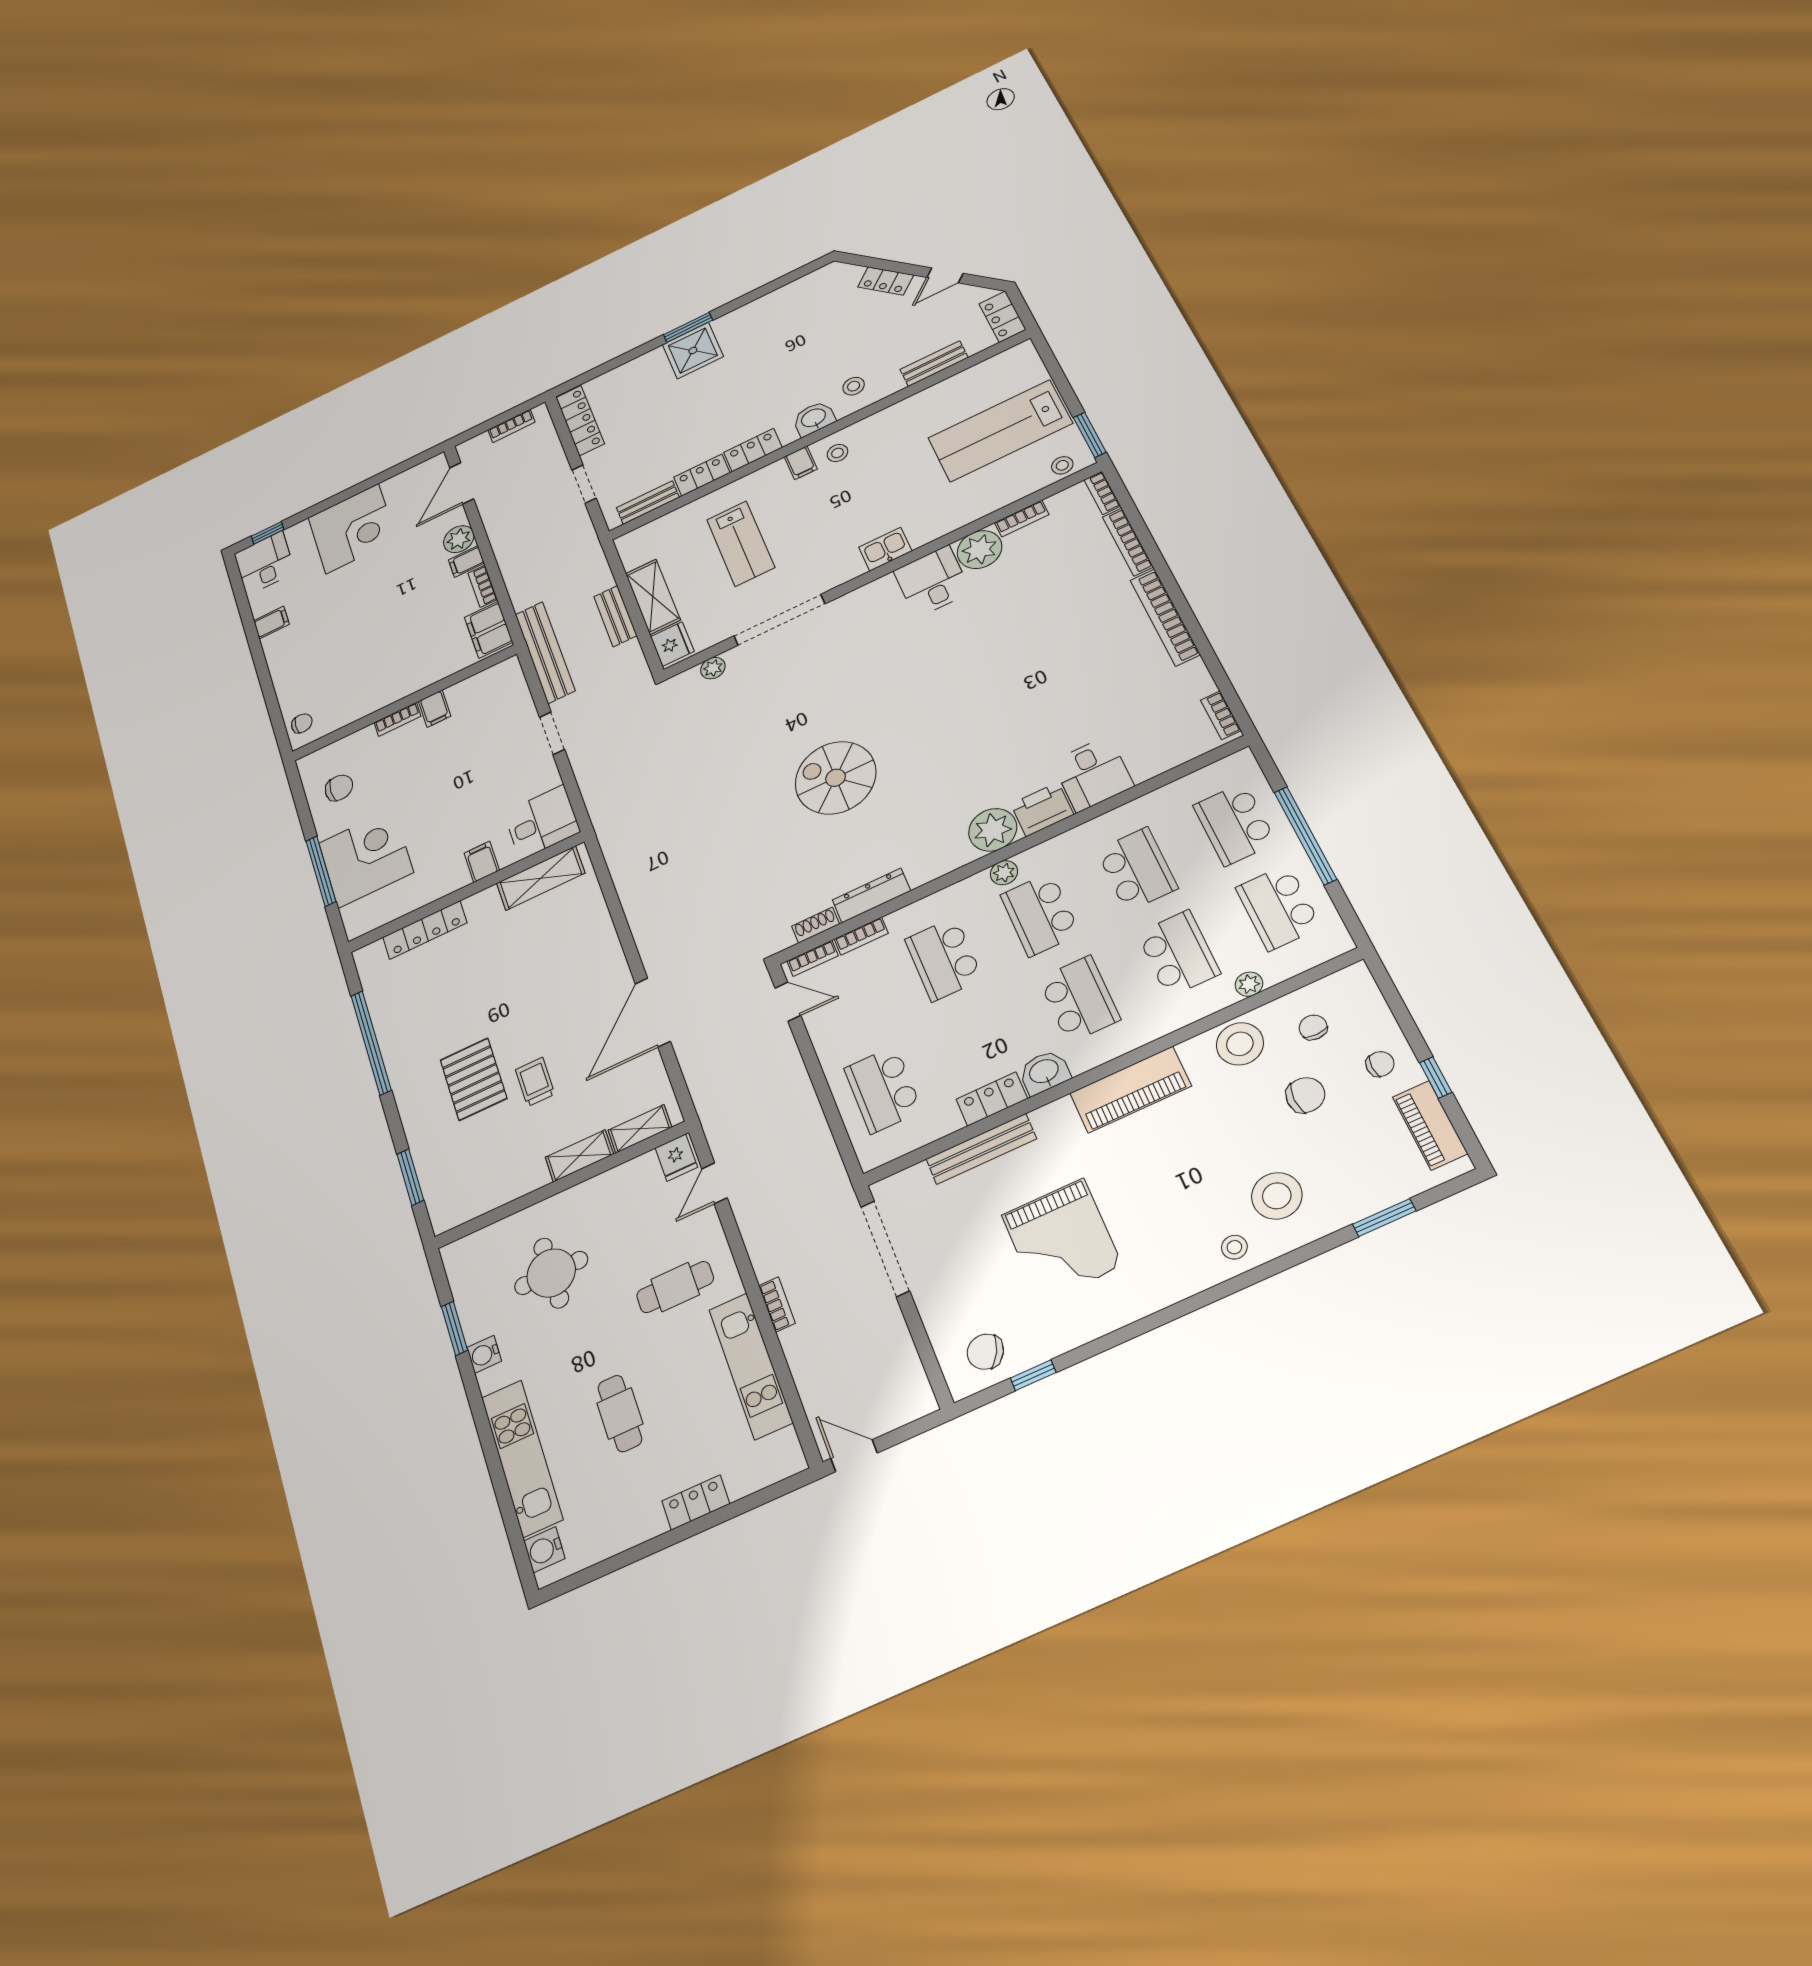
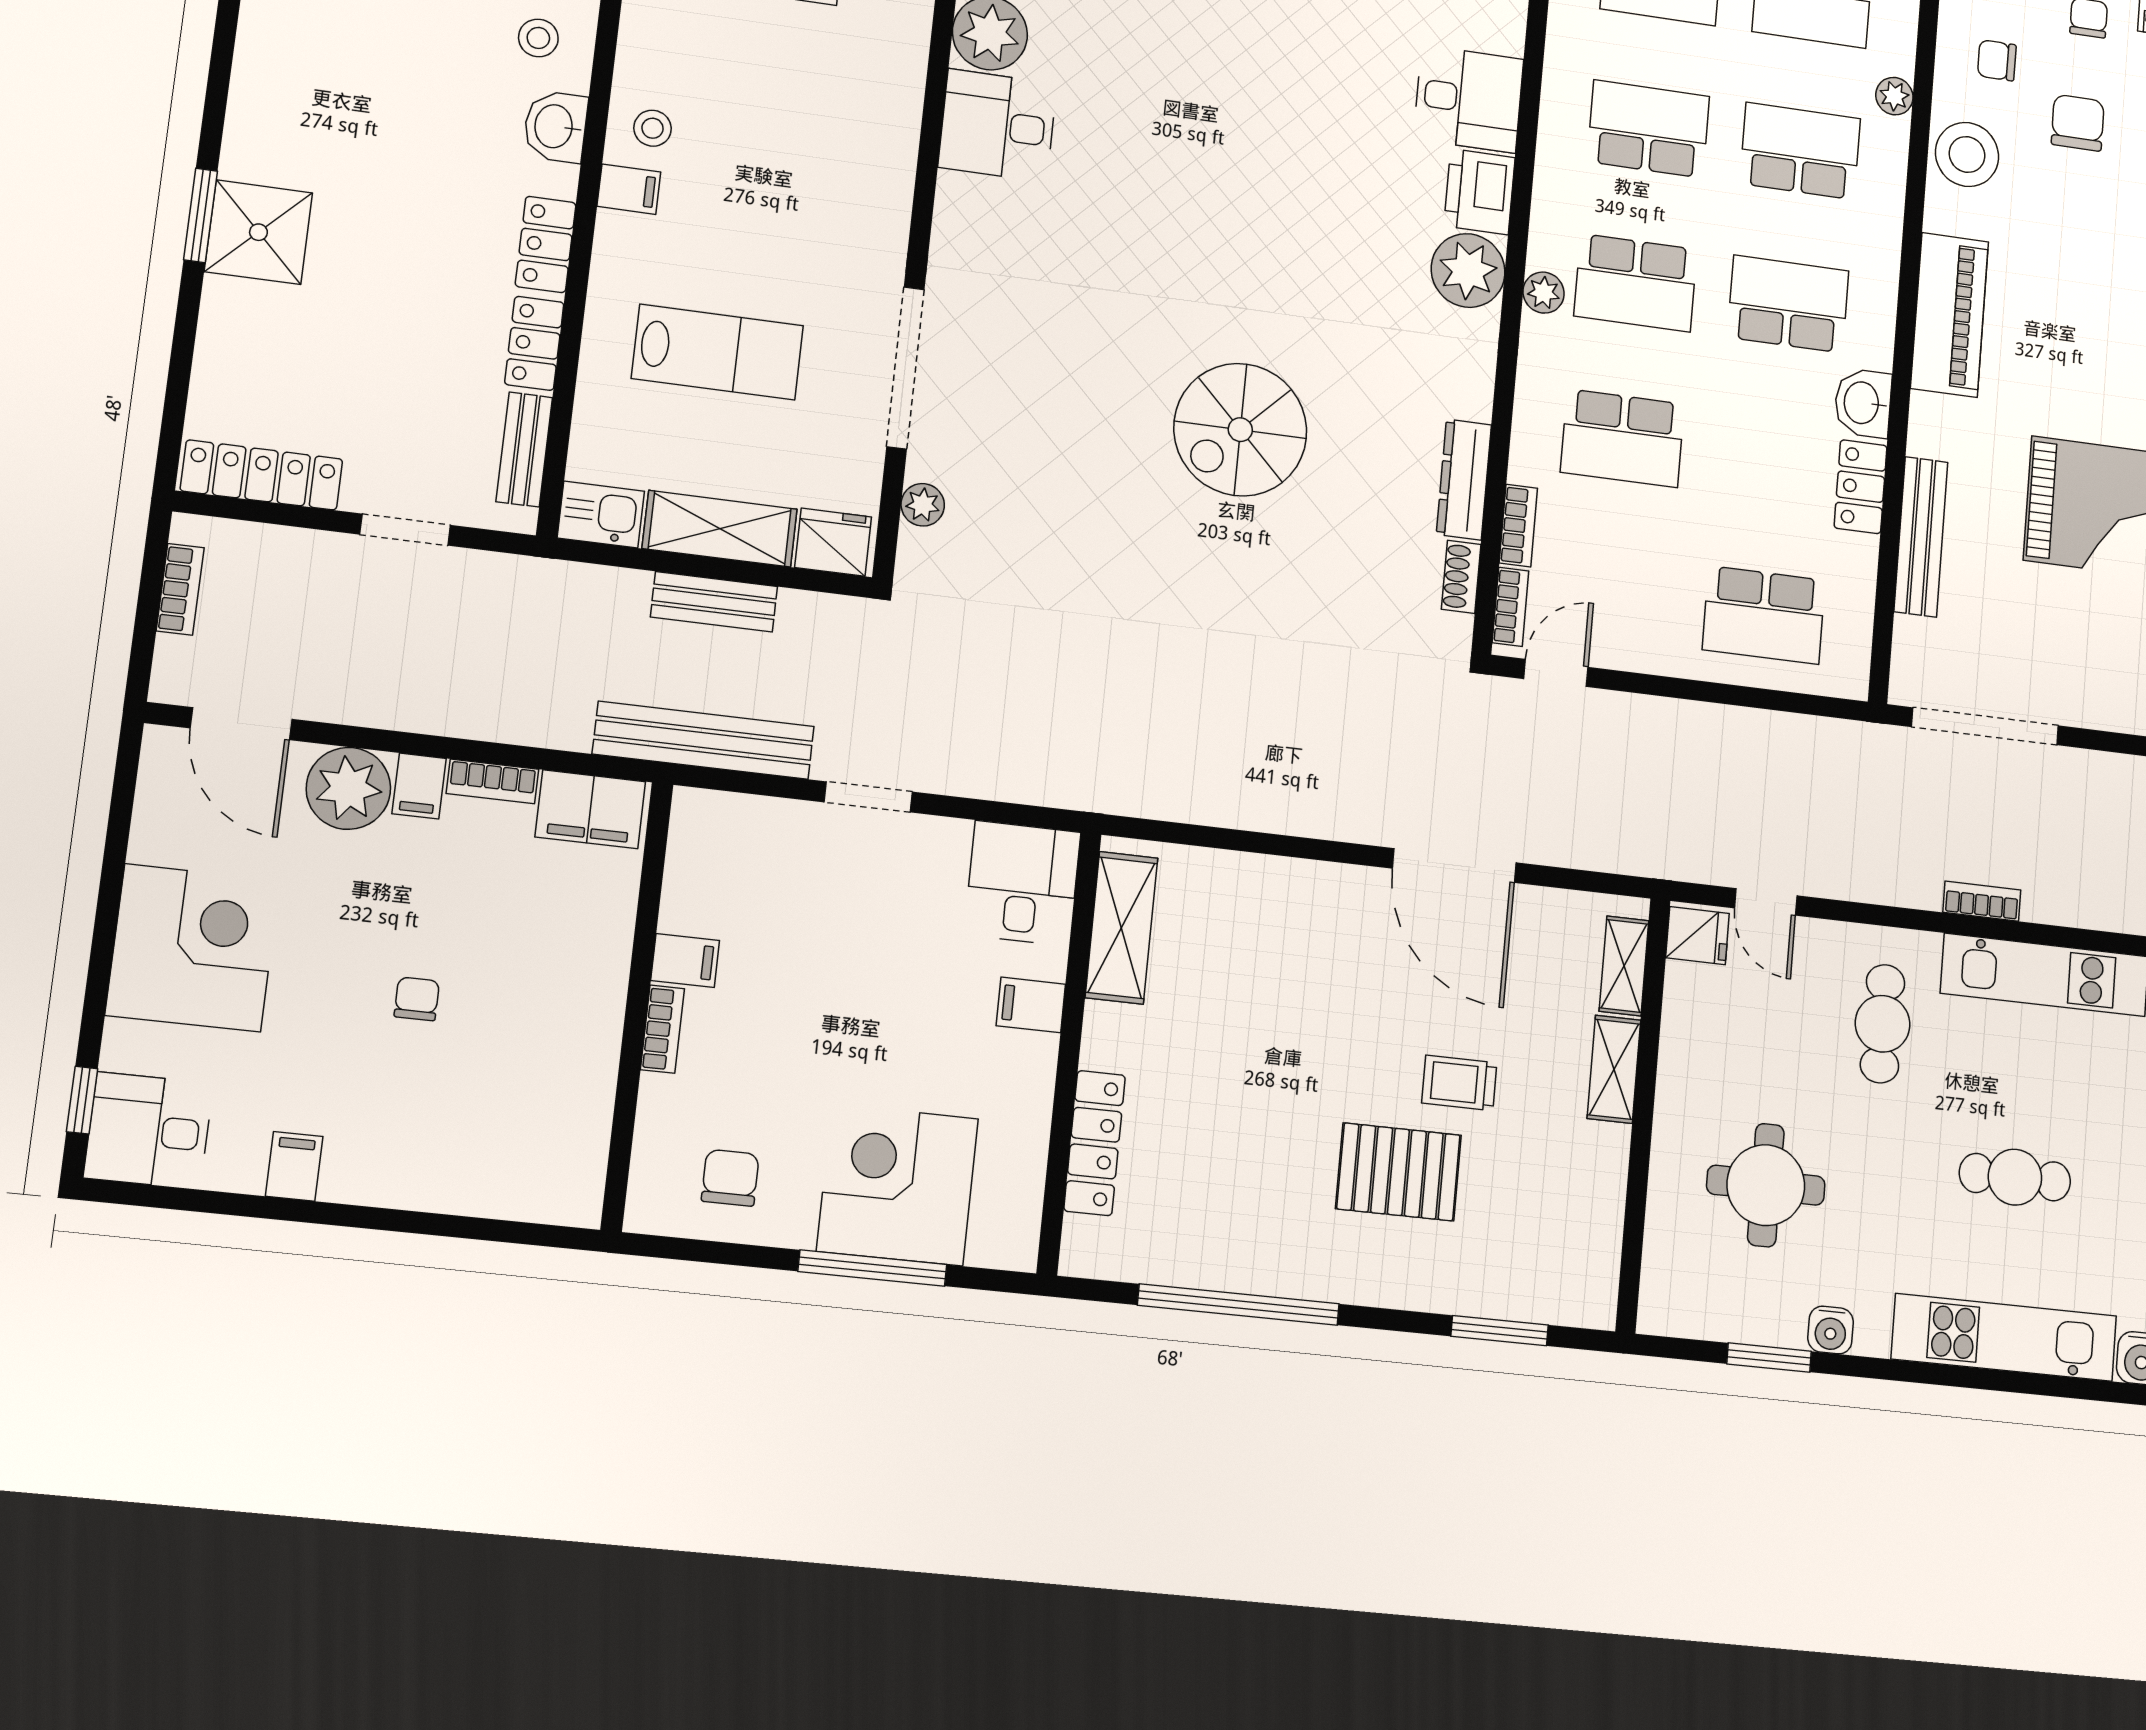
plant: (459, 539) -> (348, 788), width x1.36, depth x1.36
kitchen sink: (885, 549) -> (601, 515), moved, turned 90
chair: (302, 723) -> (417, 999), moved

